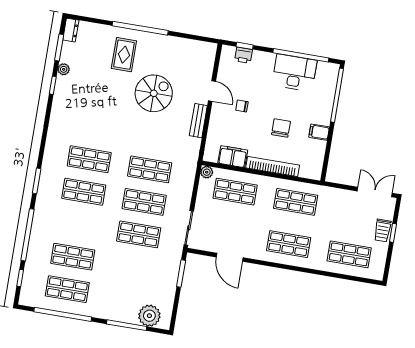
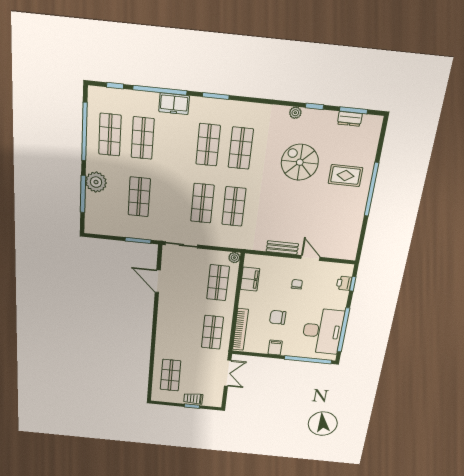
dresser: (71, 30) -> (350, 119), moved
plant: (64, 69) -> (295, 113), moved
desk: (294, 73) -> (322, 331), width x1.36, depth x1.30
door: (212, 91) -> (310, 258), swing flipped
spiral stairs: (154, 93) -> (300, 162), moved, turned 180
chair: (281, 128) -> (278, 317), turned 180
bookcase: (273, 167) -> (240, 329), moved
double door: (375, 192) -> (228, 373), moved
freezer: (41, 222) -> (174, 104), added
shop shelf: (139, 234) -> (139, 197), moved
shop shelf: (289, 244) -> (175, 328), removed
door: (230, 257) -> (158, 281), hinge flipped
plant: (149, 316) -> (96, 182), moved

